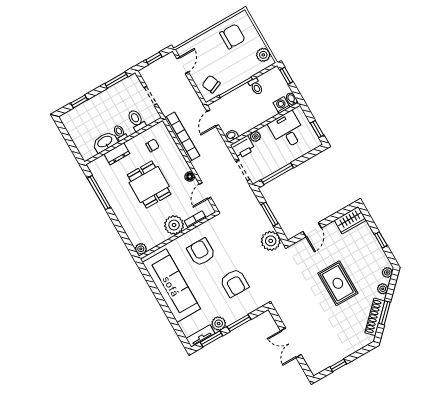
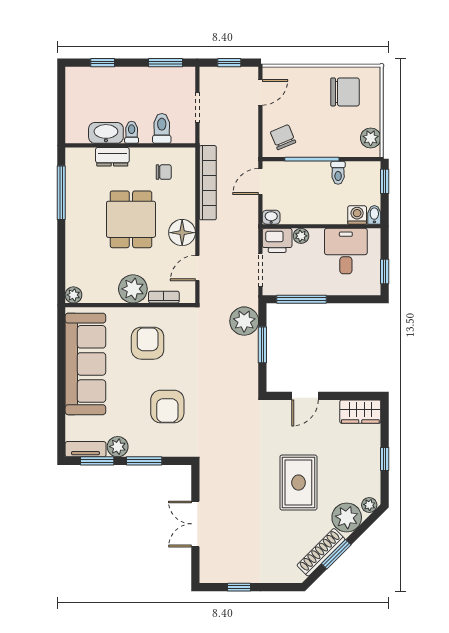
floor lamp: (190, 177) -> (182, 233), width x1.89, depth x1.89
plant: (271, 241) -> (244, 321), moved
plant: (383, 289) -> (347, 517), width x1.87, depth x1.87

